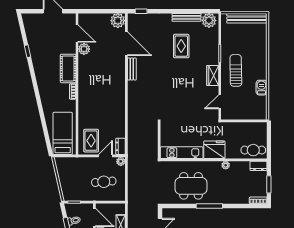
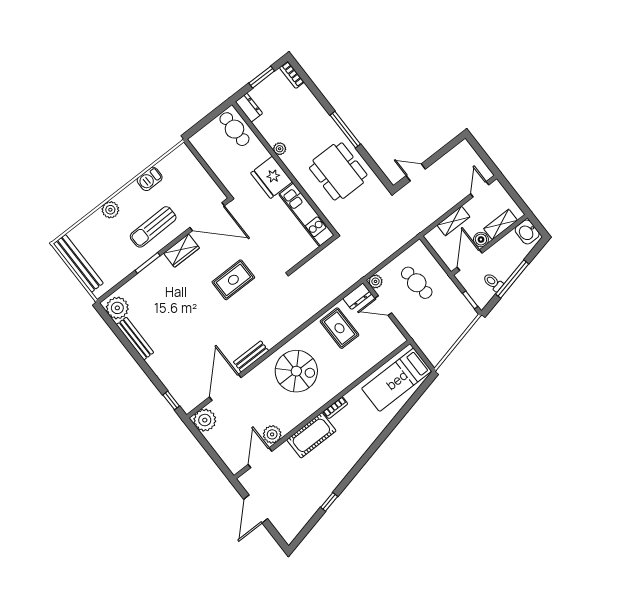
rug: (181, 46) -> (233, 280), moved
plant: (261, 56) -> (110, 210), added
spiral stairs: (107, 86) -> (296, 371), added
door: (220, 102) -> (207, 217), width x1.88
rug: (91, 141) -> (339, 328), moved, turned 90

